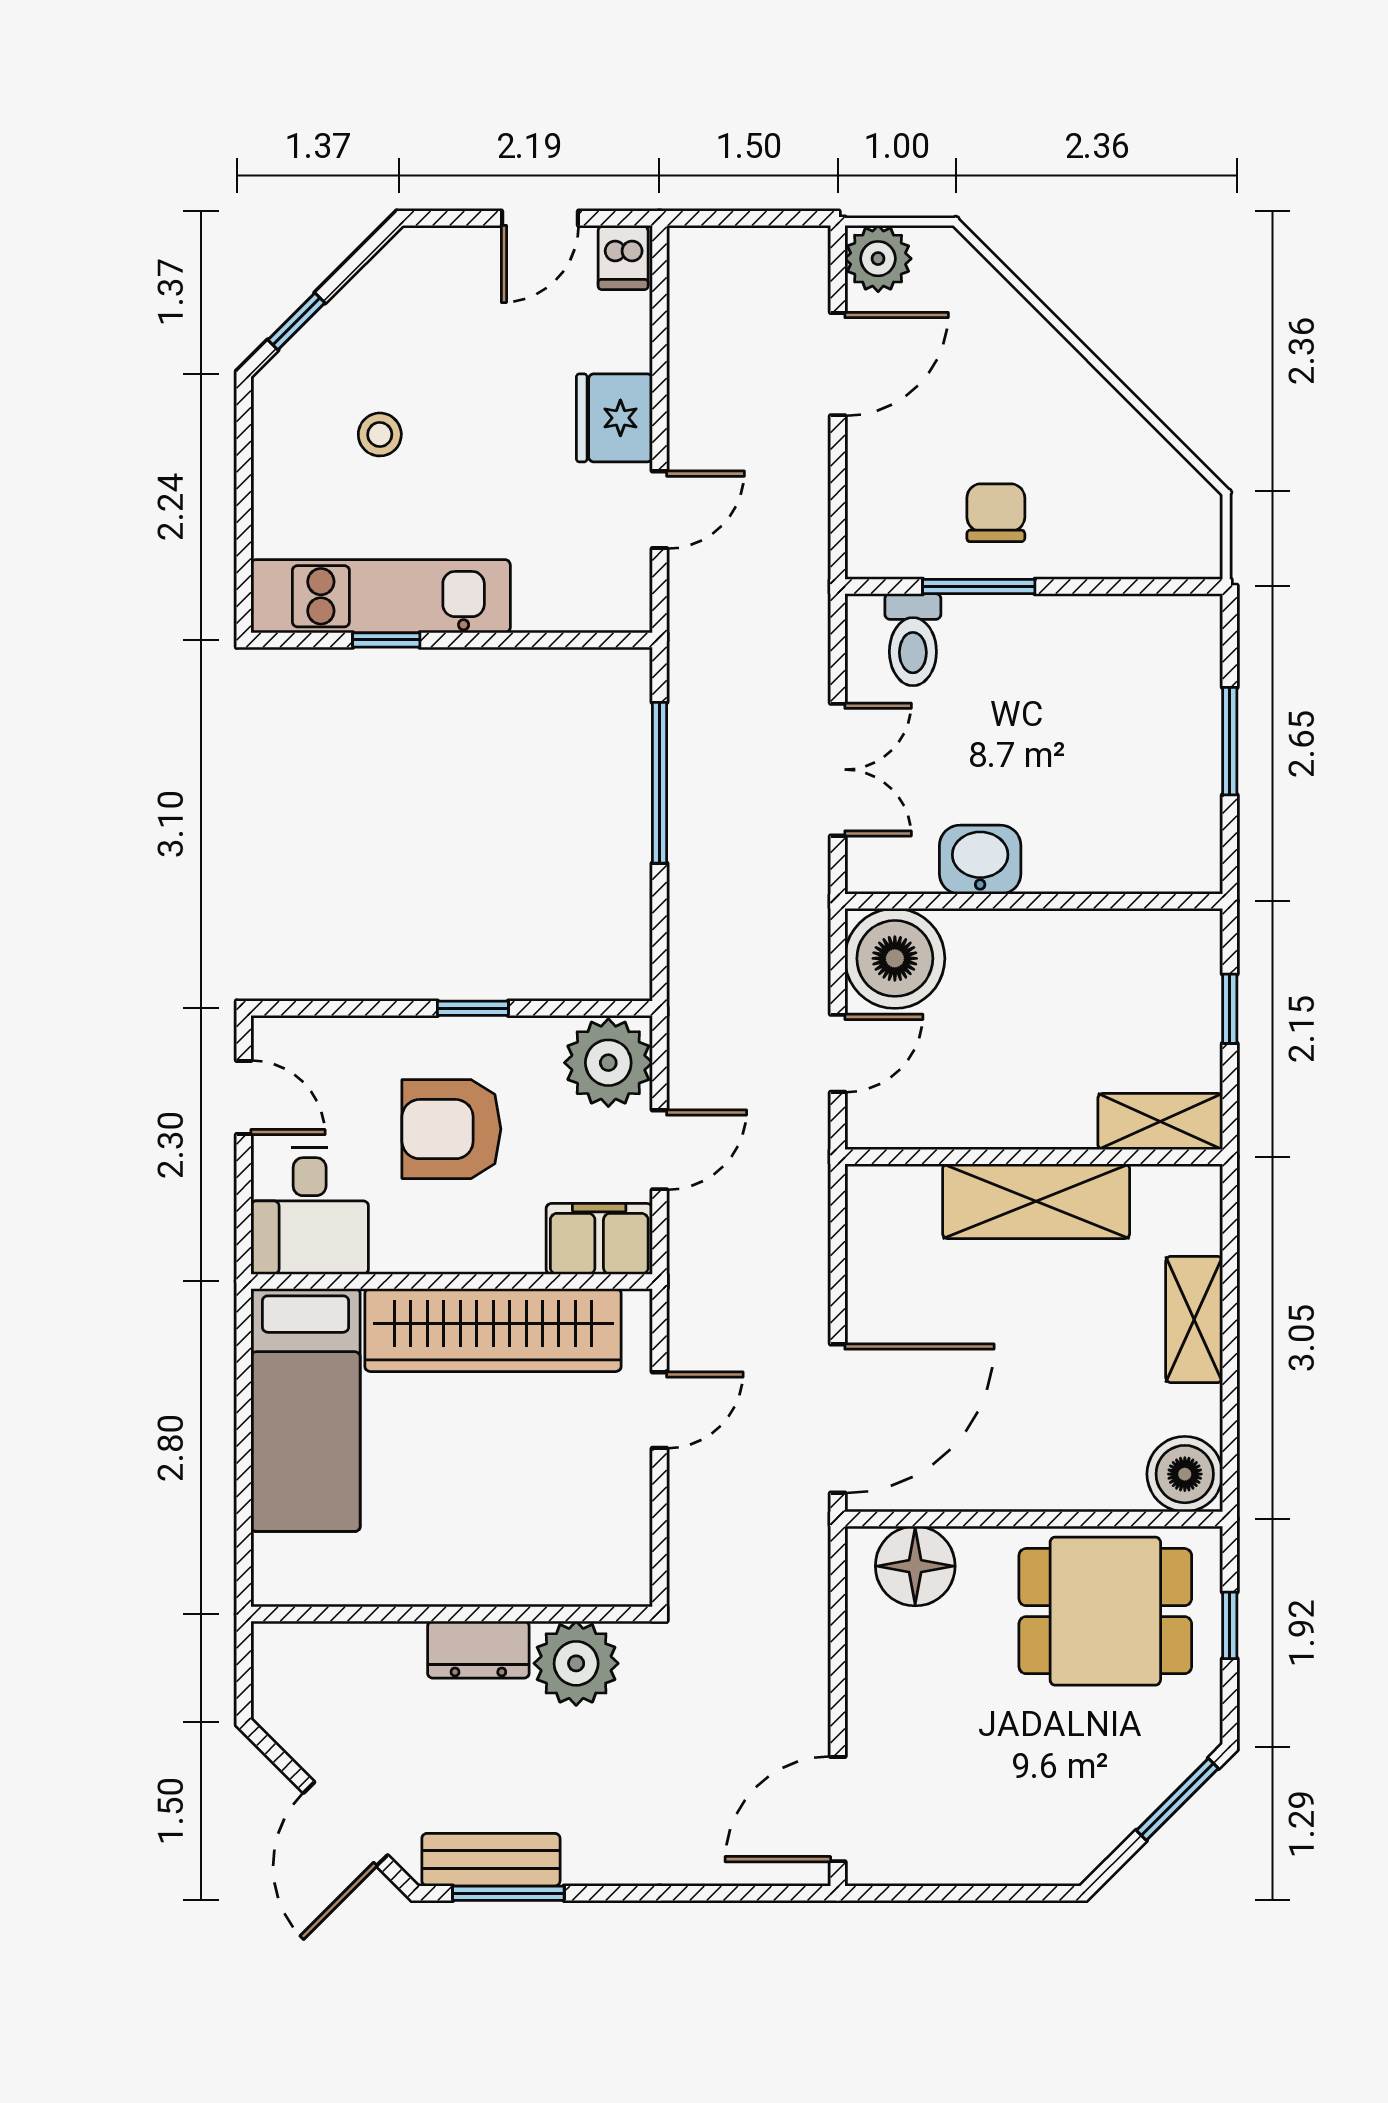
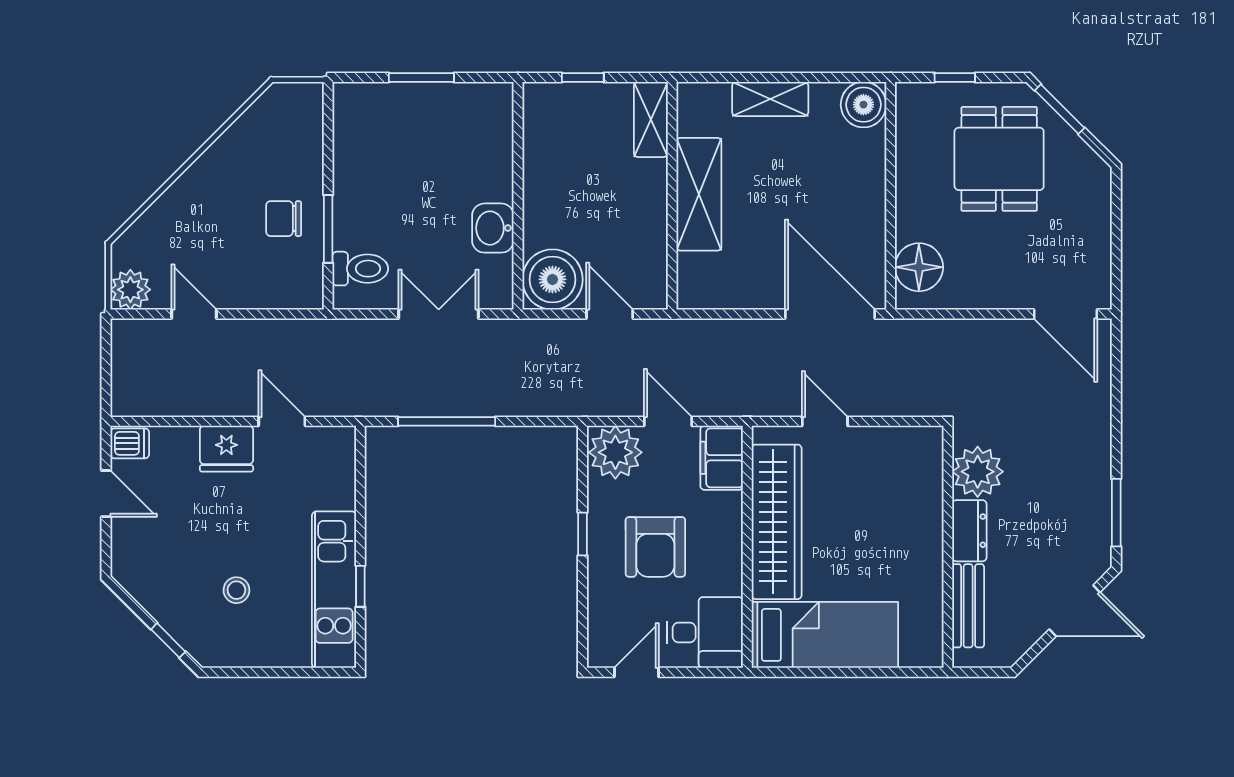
door: (838, 364) -> (194, 314), width x0.73
dining table: (1105, 1611) -> (999, 159), moved
bench: (491, 1860) -> (968, 606), moved

